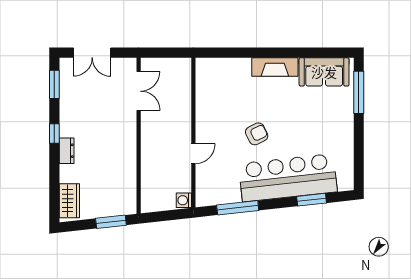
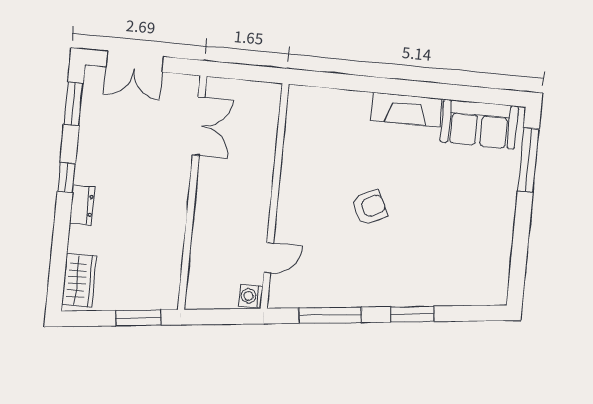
door: (193, 154) -> (269, 258), moved
bar counter: (288, 178) -> (410, 277), removed
window: (312, 200) -> (412, 314), moved

